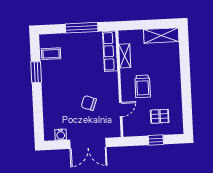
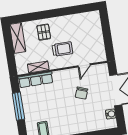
door: (121, 110) -> (84, 65), swing flipped
pallet: (160, 116) -> (44, 32), moved
window: (156, 140) -> (107, 33), removed

